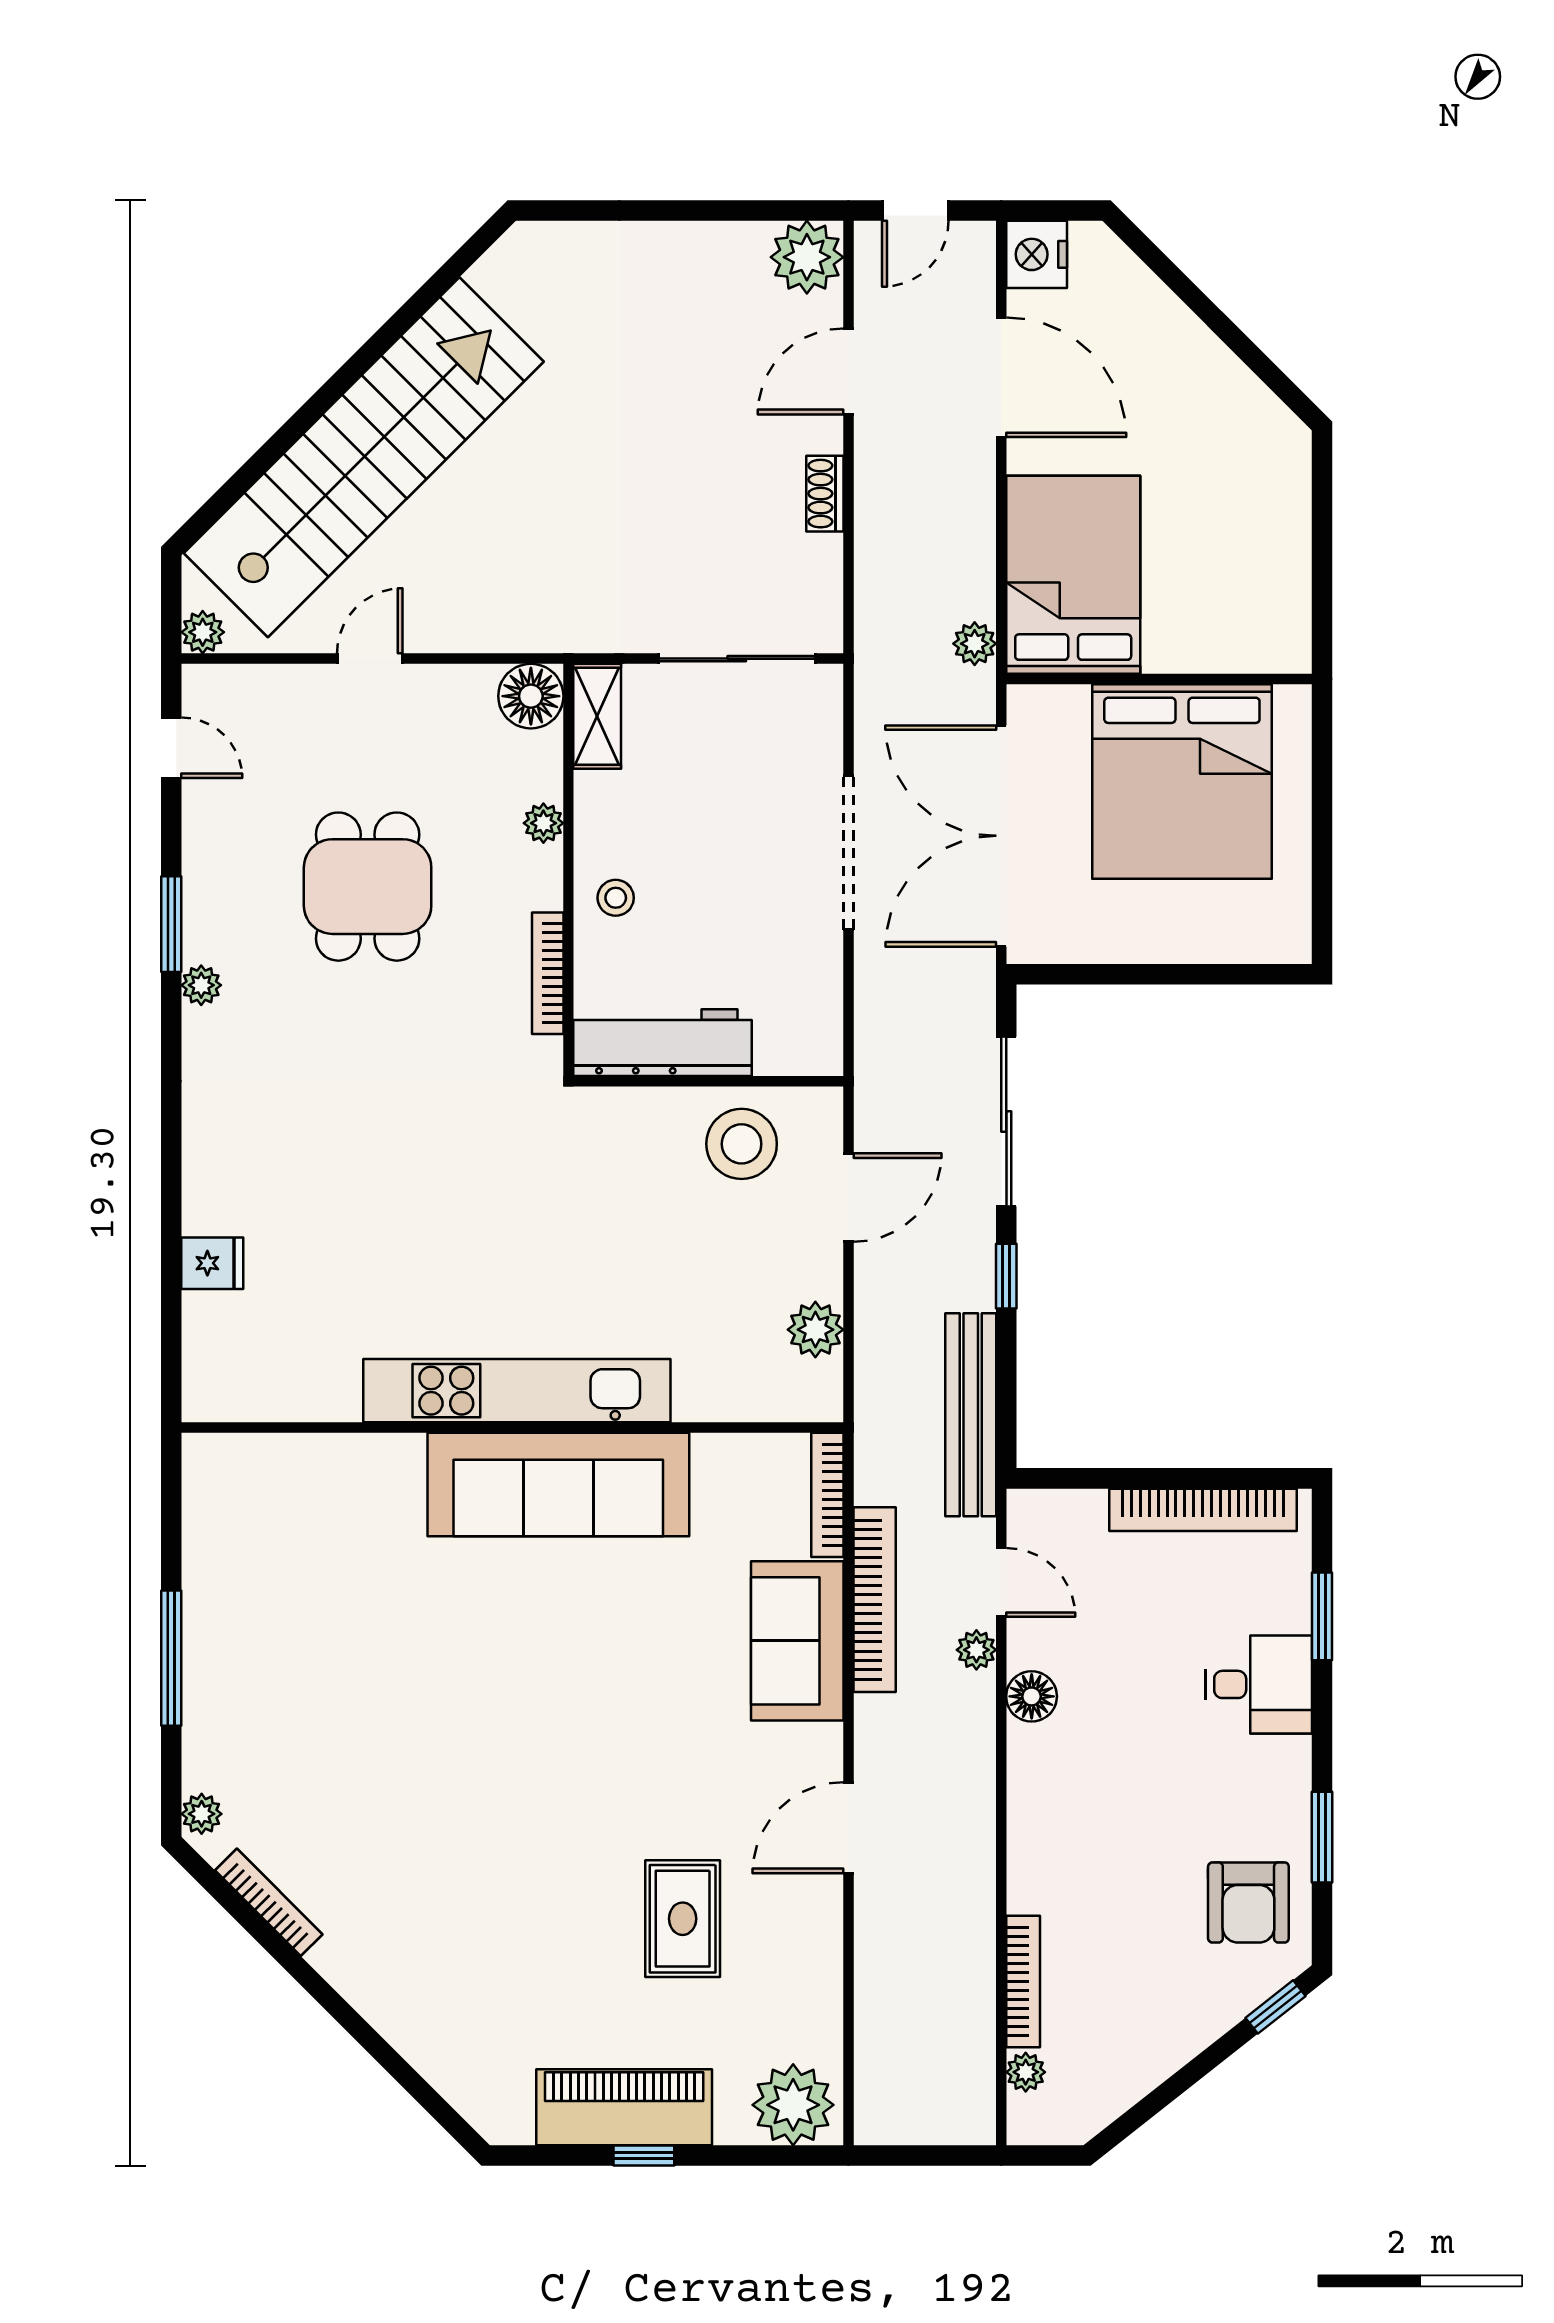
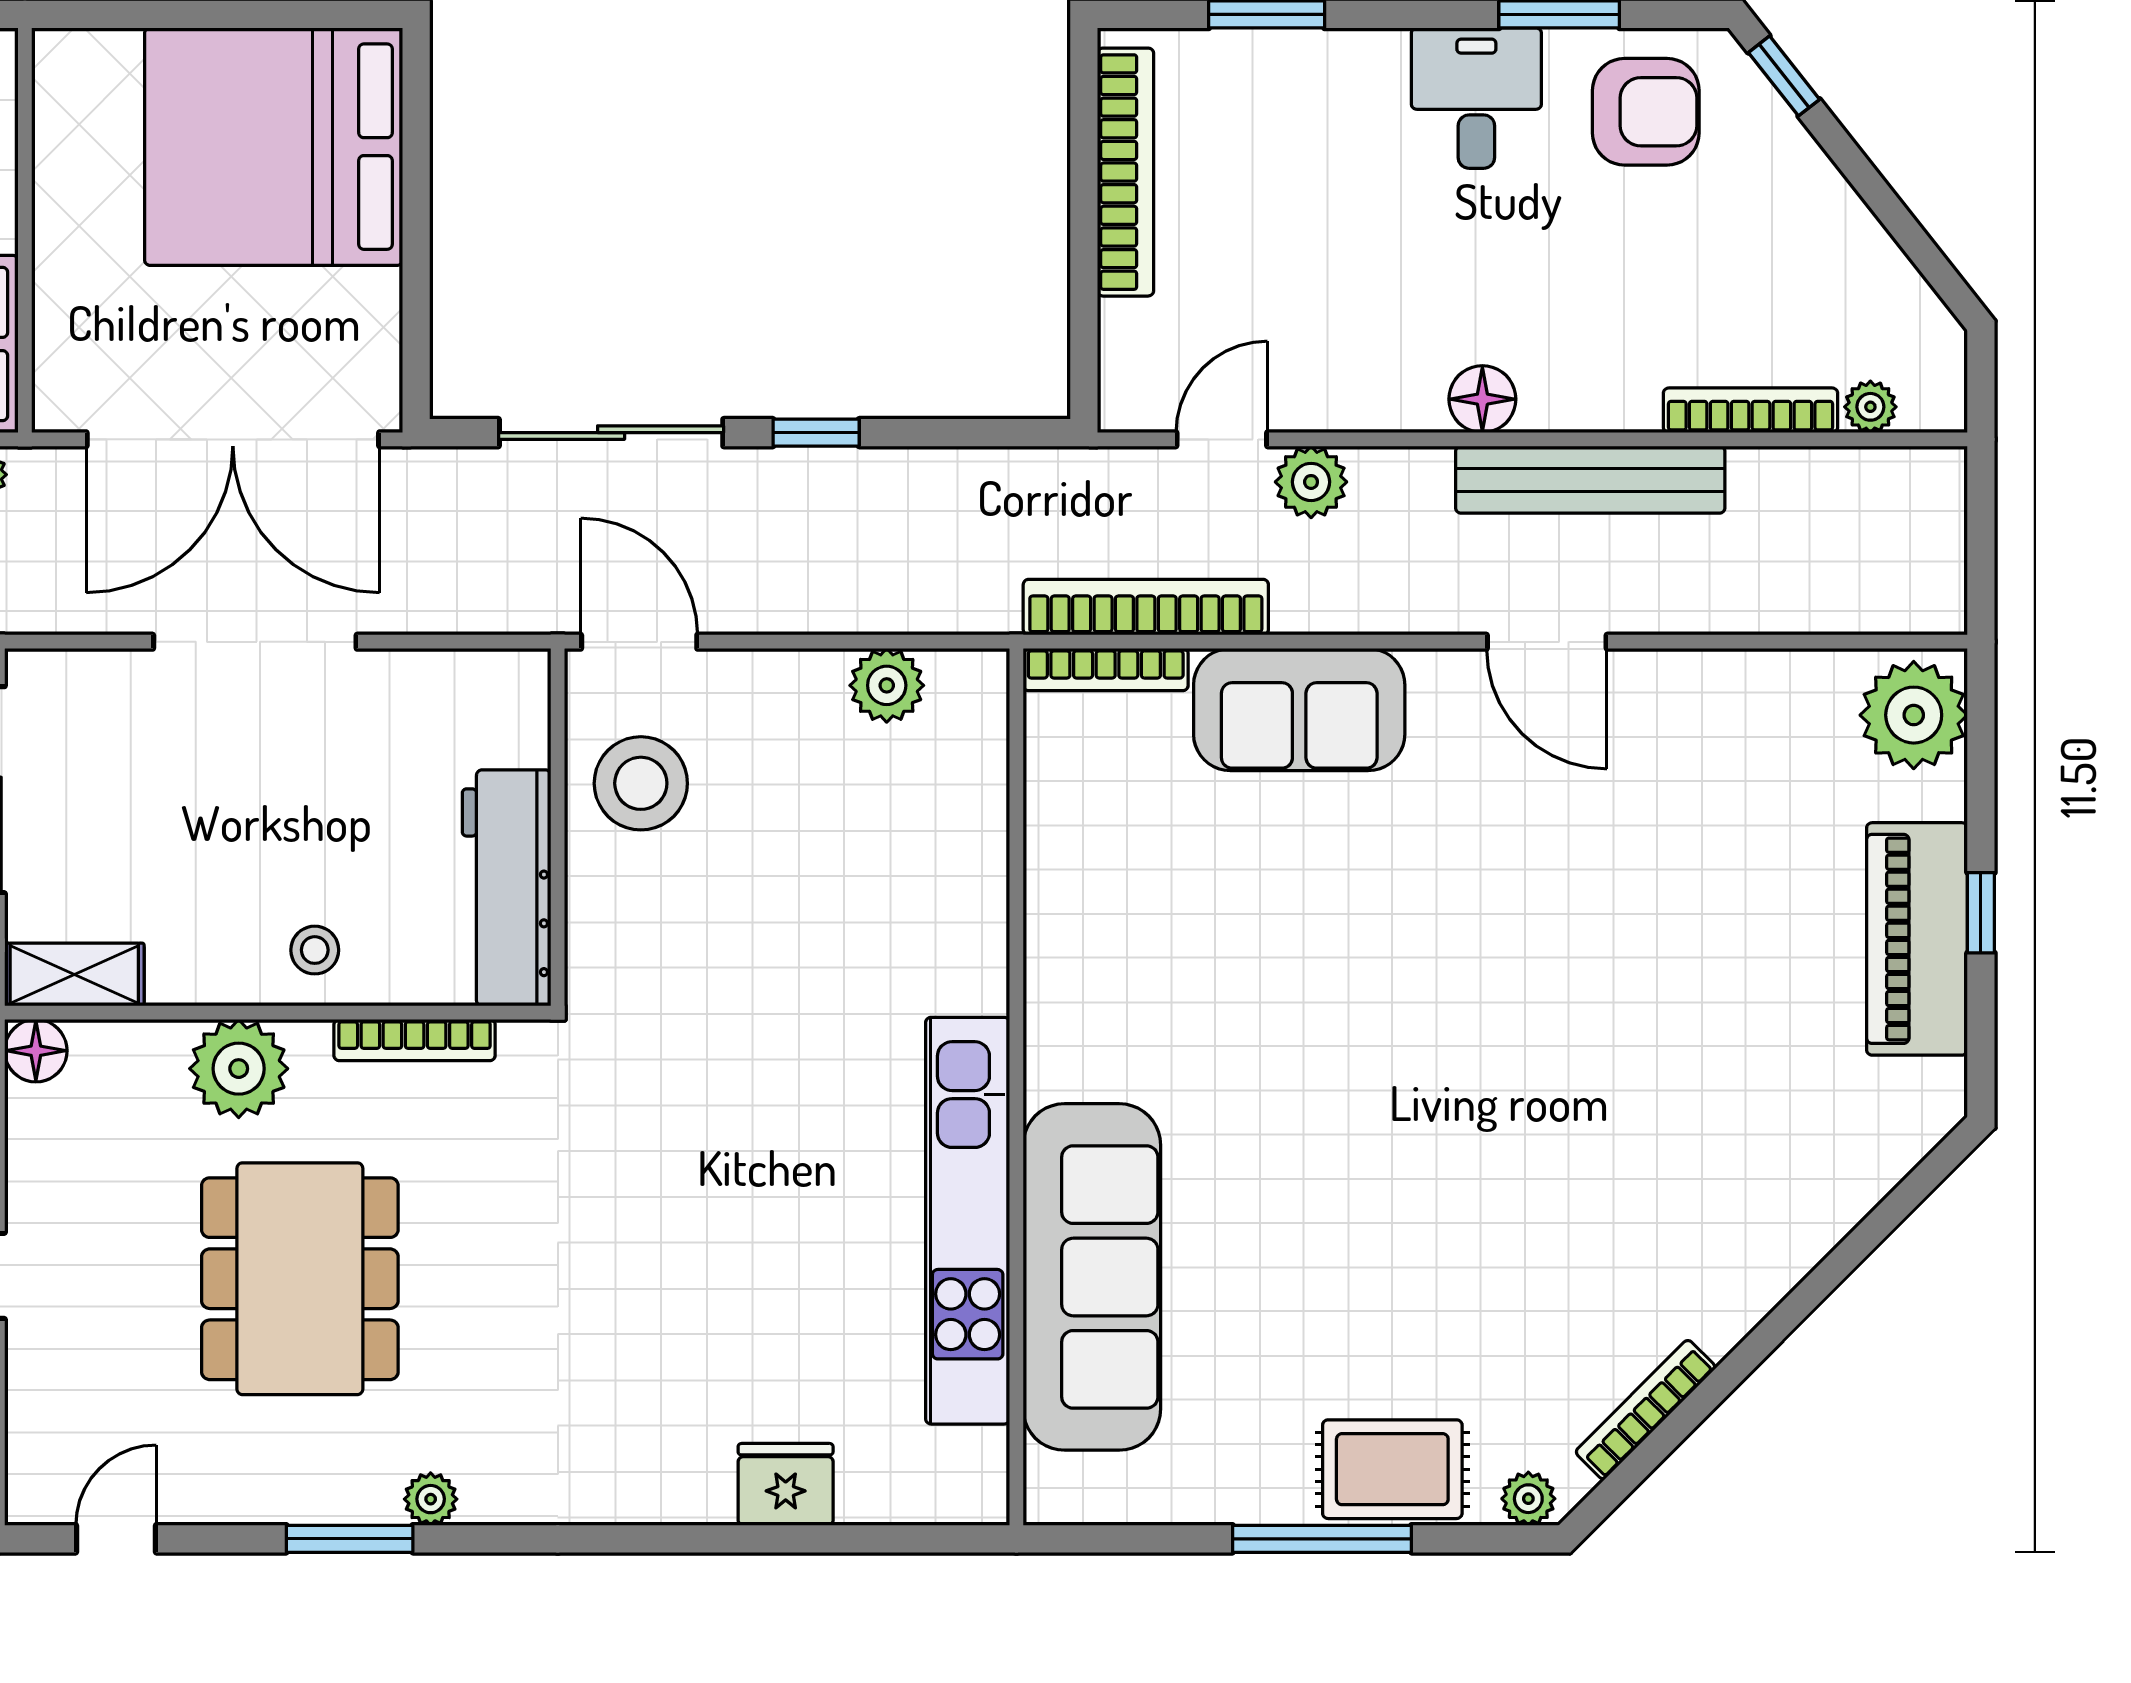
floor lamp: (531, 696) -> (36, 1051), width x0.73, depth x0.73
bed: (1182, 781) -> (274, 147), moved, turned 180
plant: (543, 823) -> (239, 1069), width x1.88, depth x1.88
dining table: (368, 887) -> (300, 1279), width x1.38
door: (848, 1197) -> (639, 642), moved
fridge: (212, 1263) -> (786, 1484), width x1.38
kitchen unit: (517, 1391) -> (968, 1221), moved
bench: (971, 1415) -> (1590, 480), moved
sofa: (558, 1484) -> (1092, 1277), moved
bookcase: (875, 1600) -> (1146, 607), moved
plant: (976, 1650) -> (1311, 482), width x1.38, depth x1.38
desk: (1259, 1684) -> (1476, 98), moved
floor lamp: (1032, 1696) -> (1482, 399), moved
rug: (683, 1919) -> (1392, 1469), moved

